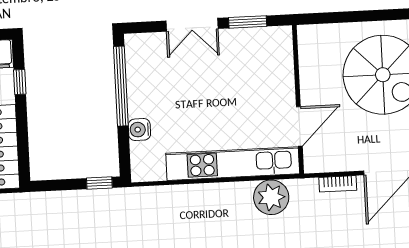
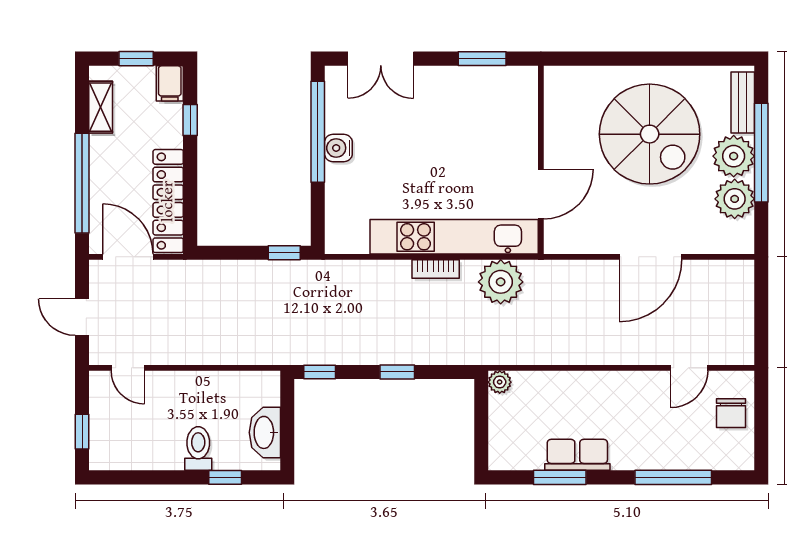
double door: (192, 25) -> (381, 59), moved
water cooler: (139, 130) -> (338, 148), moved
bookcase: (338, 184) -> (436, 269), moved

